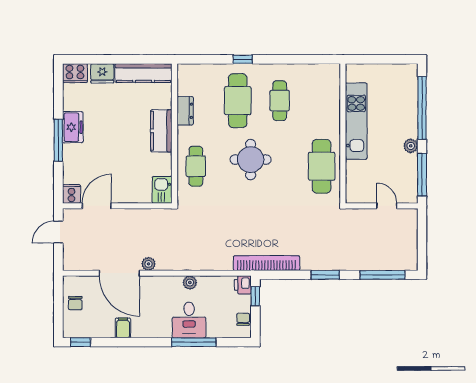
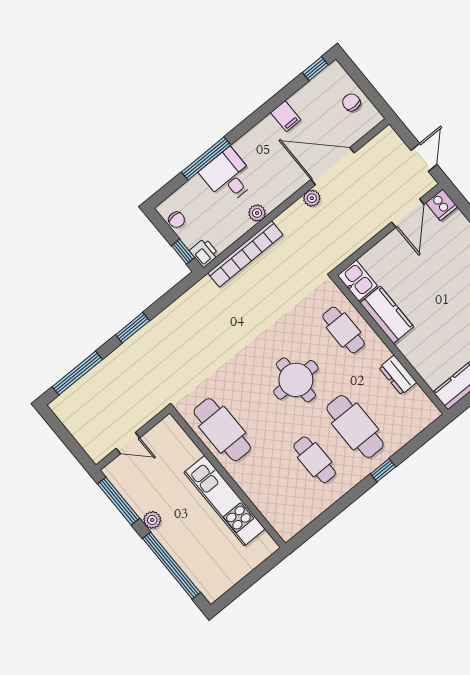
kitchen counter: (161, 131) -> (387, 315), moved
bookcase: (267, 263) -> (245, 254), moved

